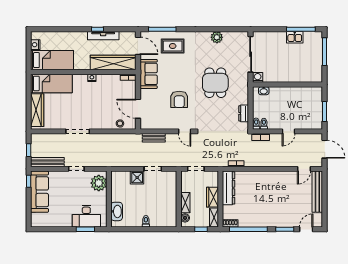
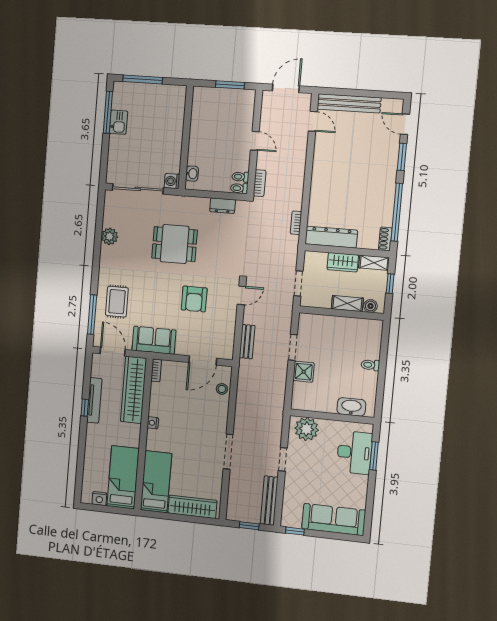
door: (138, 46) -> (113, 352), hinge flipped
armchair: (179, 99) -> (194, 299), turned 90
sofa: (40, 192) -> (334, 520), moved

